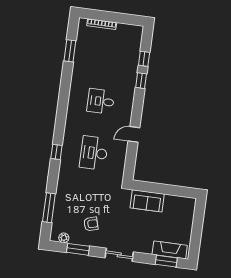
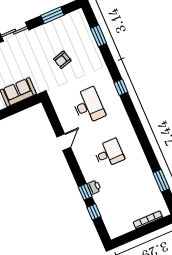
printer: (131, 80) -> (94, 187), added
window: (49, 208) -> (99, 36), width x0.69
armchair: (91, 224) -> (62, 60), moved
plant: (64, 238) -> (70, 18), removed

